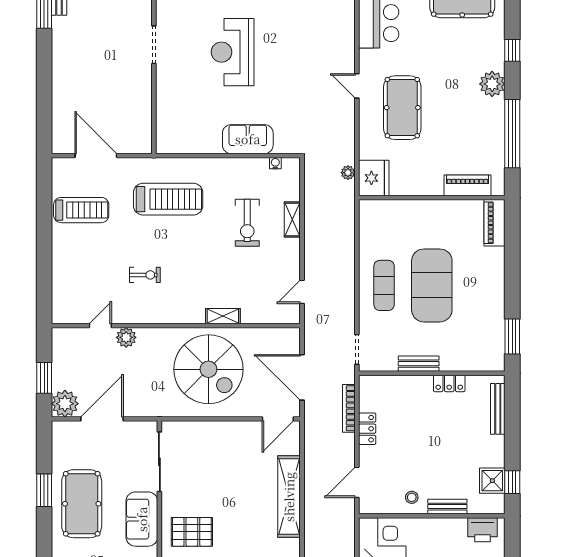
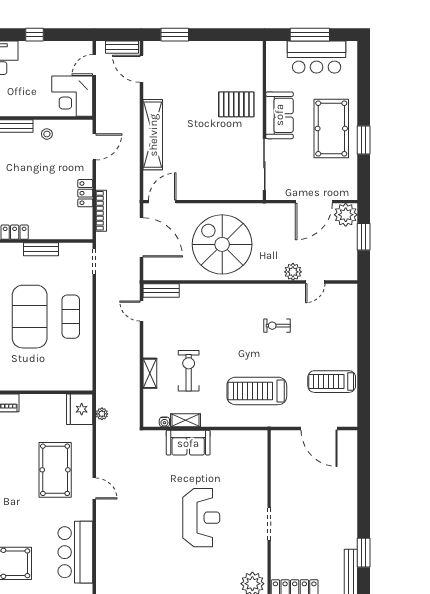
door: (302, 292) -> (141, 311), swing flipped
shelving: (223, 316) -> (186, 420), moved
bench: (279, 316) -> (161, 290), added

